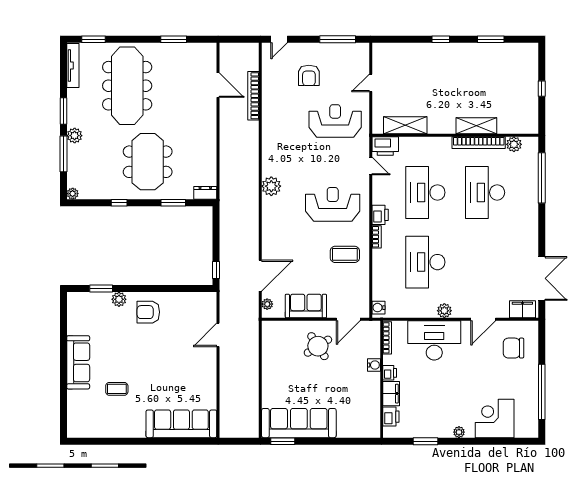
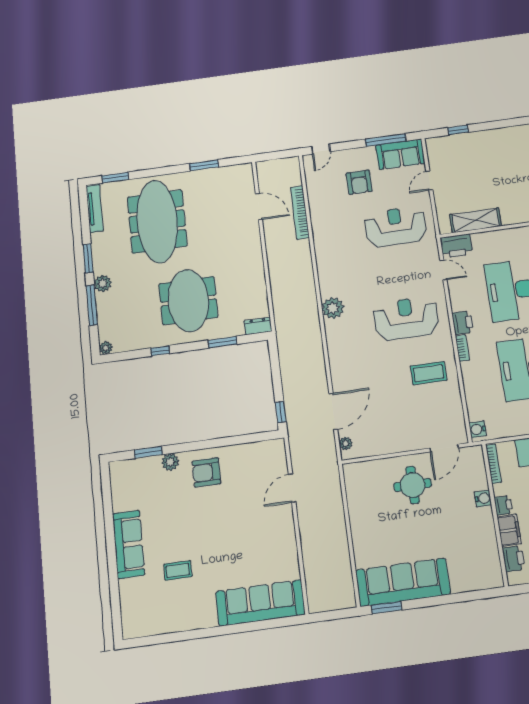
window: (441, 39) -> (458, 130), moved
sofa: (306, 306) -> (400, 154), moved, turned 180
round table: (318, 346) -> (413, 485), turned 33

